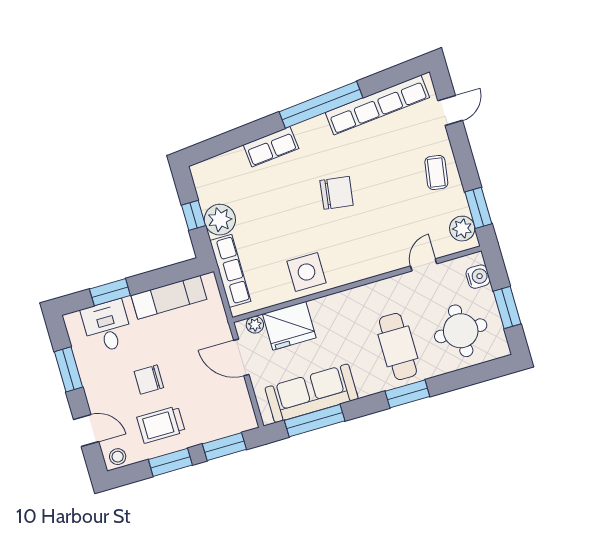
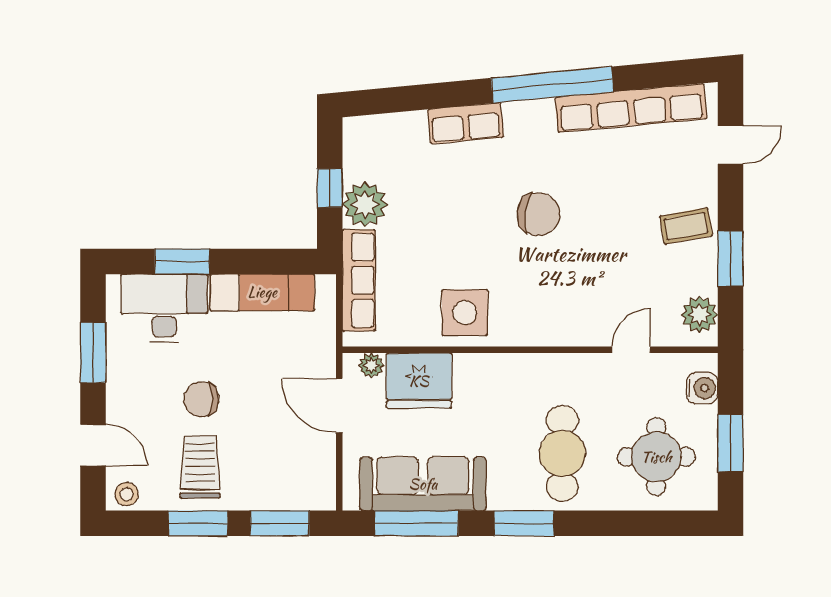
coffee table: (436, 173) -> (686, 226), turned 71
window: (478, 208) -> (730, 259), moved
desk: (107, 326) -> (164, 308), width x1.37
window: (407, 394) -> (524, 523), moved
trolley: (161, 425) -> (200, 467), turned 90

